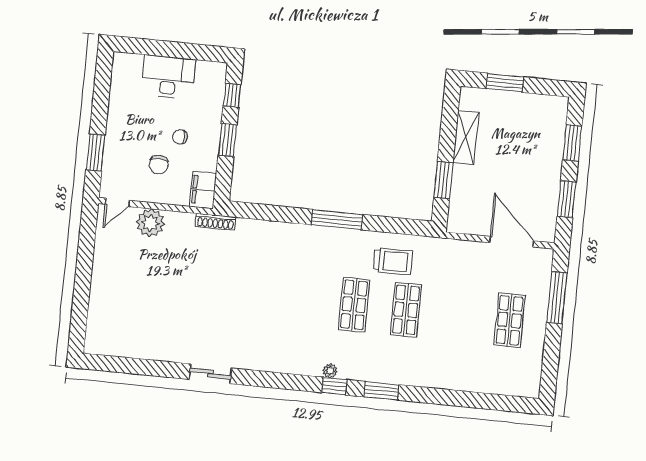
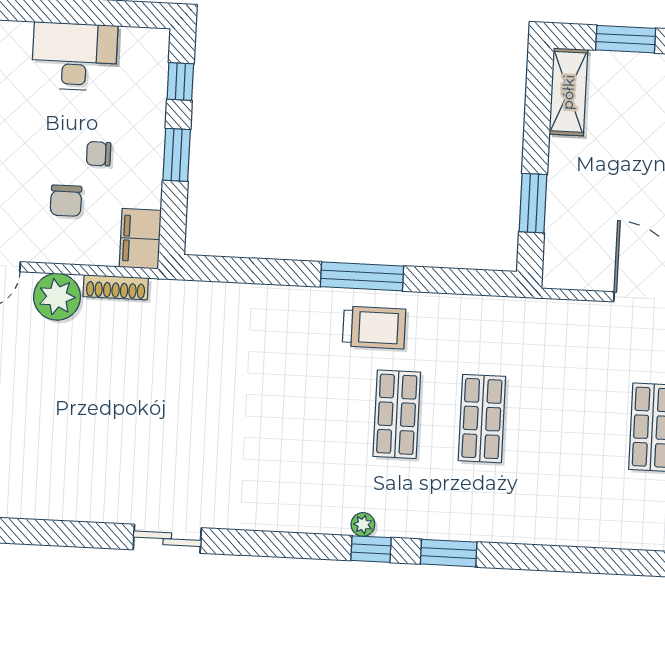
shelving: (466, 137) -> (568, 92), moved
shoe rack: (215, 222) -> (116, 287), moved
trolley: (393, 261) -> (374, 328), moved

